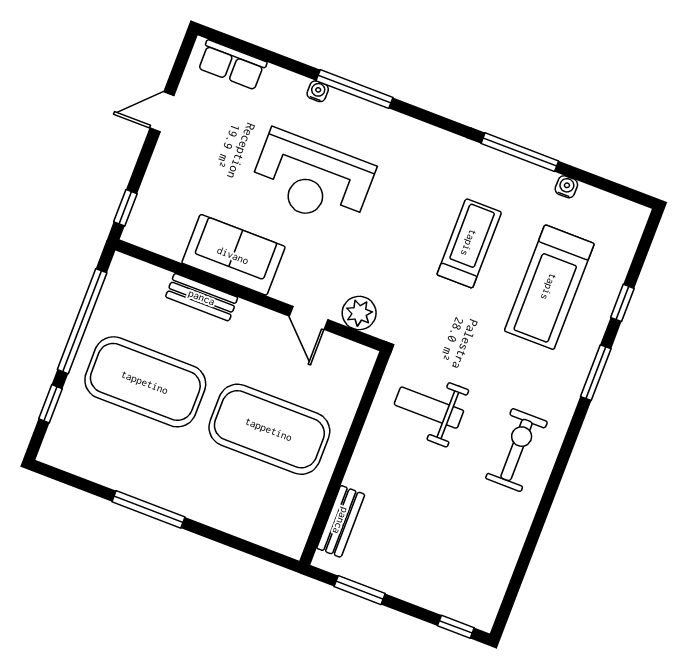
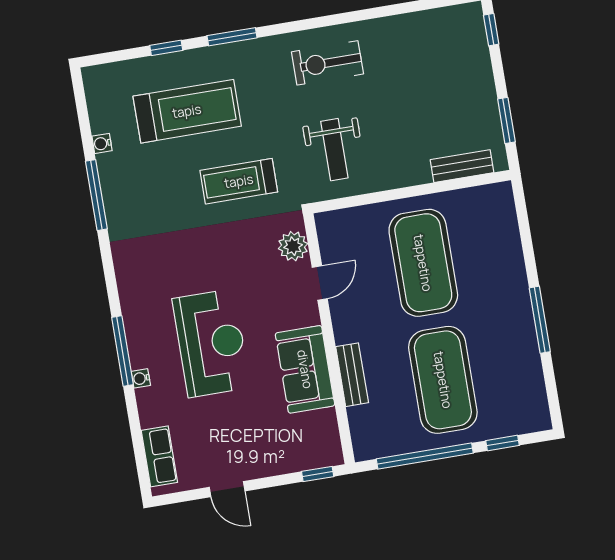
treadmill: (469, 243) -> (239, 181), moved

